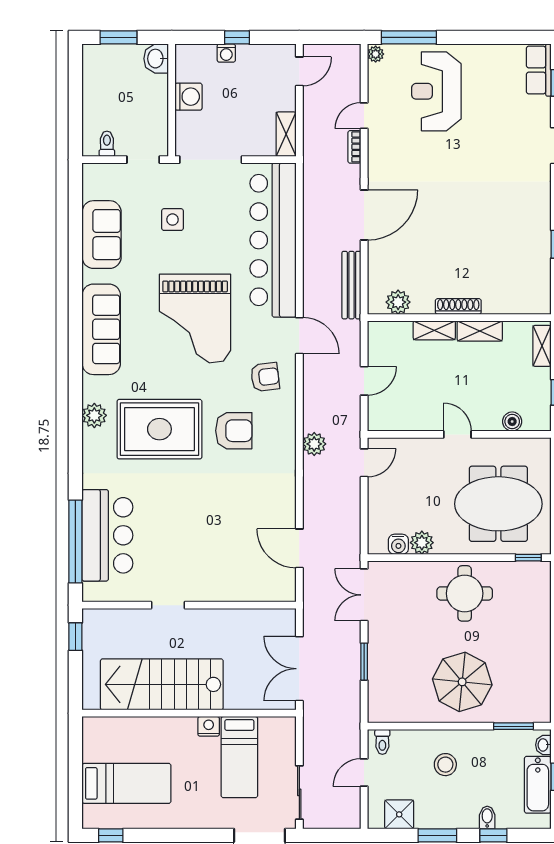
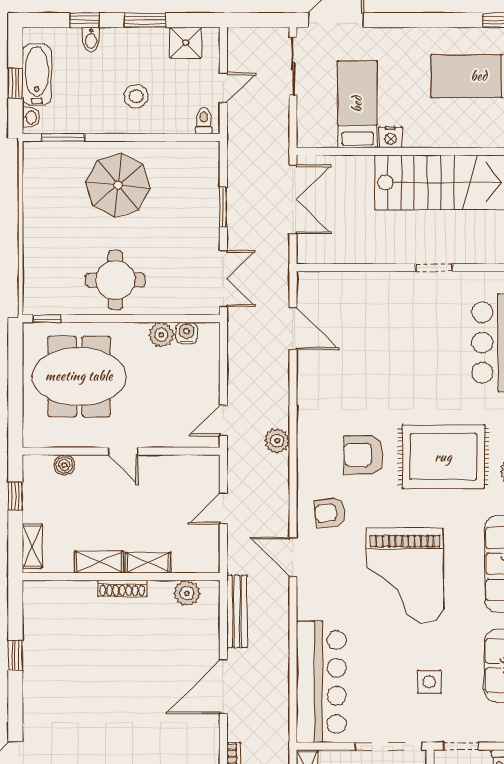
bar counter: (273, 240) -> (321, 682), width x0.73
grand piano: (195, 318) -> (405, 576), turned 180

